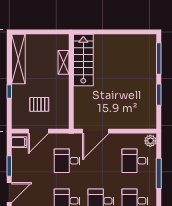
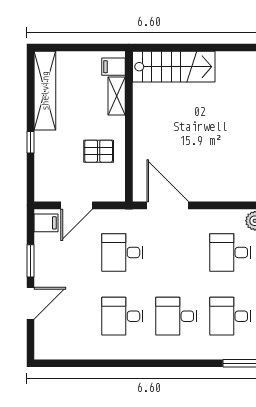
filing cabinet: (62, 44) -> (114, 67), added
stairs: (83, 60) -> (174, 67), moved, turned 90
pallet: (39, 104) -> (99, 151), moved
door: (96, 131) -> (168, 205), swing flipped

